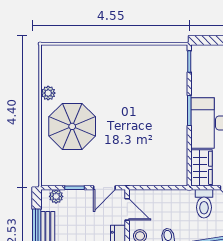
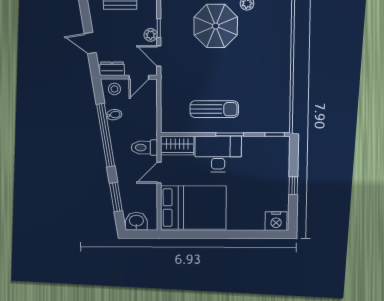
sun lounger: (162, 127) -> (214, 109), added
plant: (56, 196) -> (151, 35), moved

